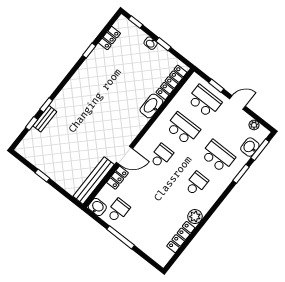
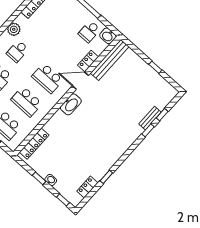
washbasin: (151, 106) -> (71, 104), moved
school desk: (161, 156) -> (47, 78), width x1.85
plant: (195, 217) -> (14, 29), moved

